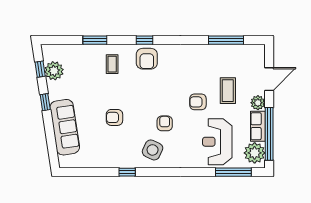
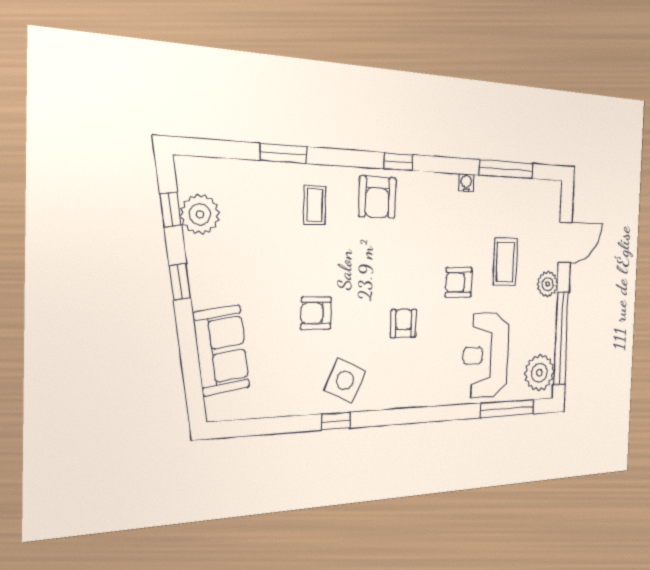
window: (144, 40) -> (398, 162), moved
water cooler: (200, 49) -> (466, 183), added
row of seats: (258, 126) -> (546, 325), removed
sofa: (65, 127) -> (221, 350), width x0.73
side table: (153, 150) -> (345, 380), moved

